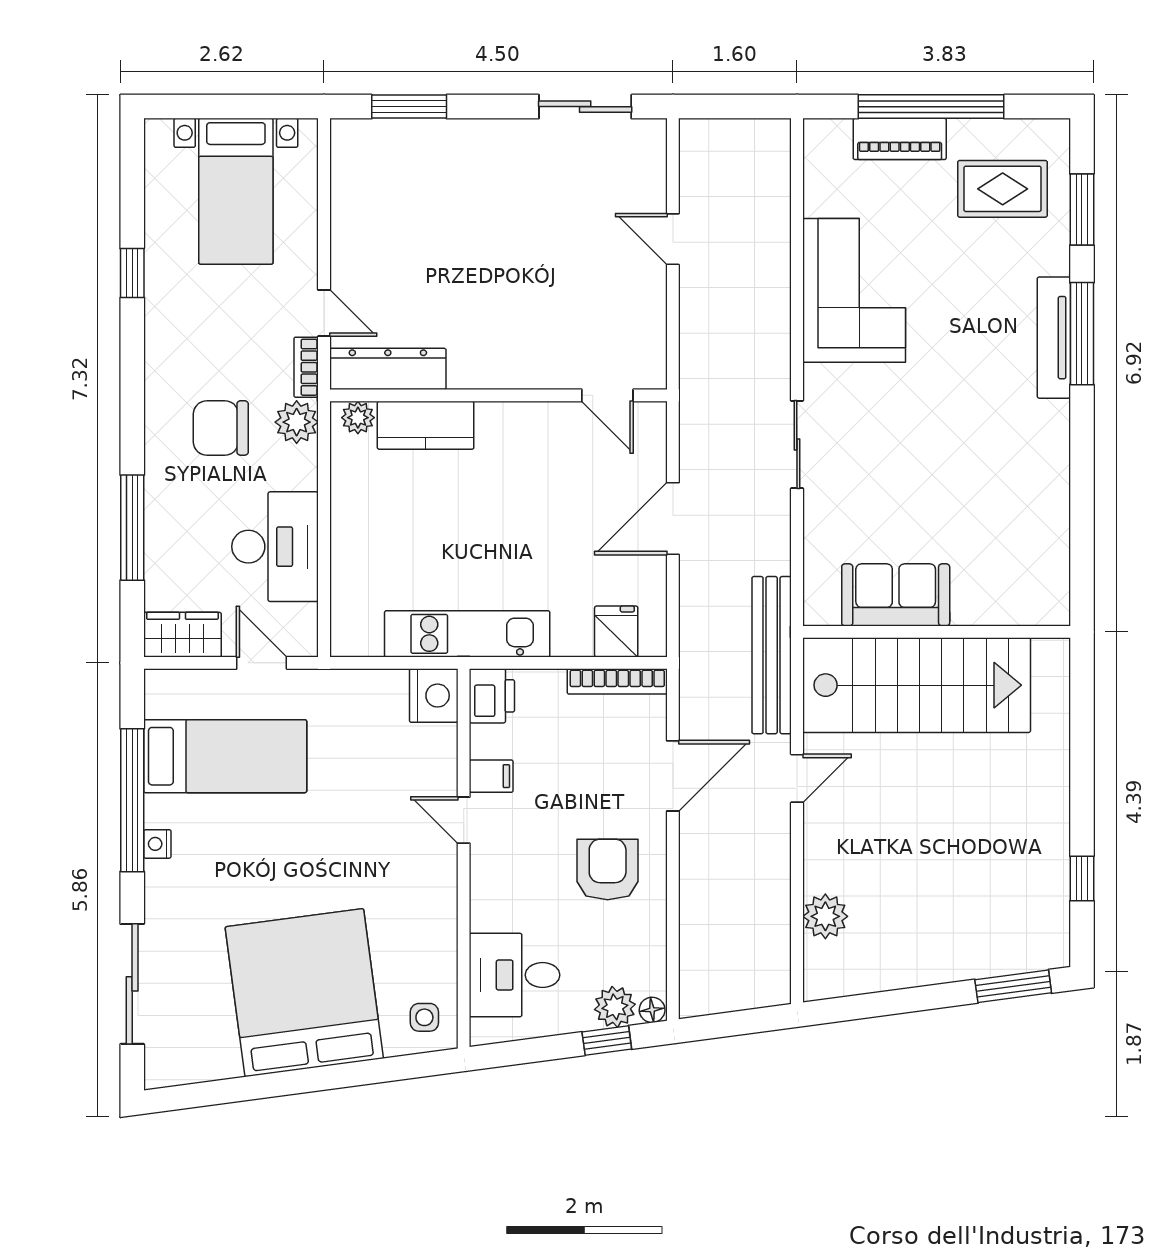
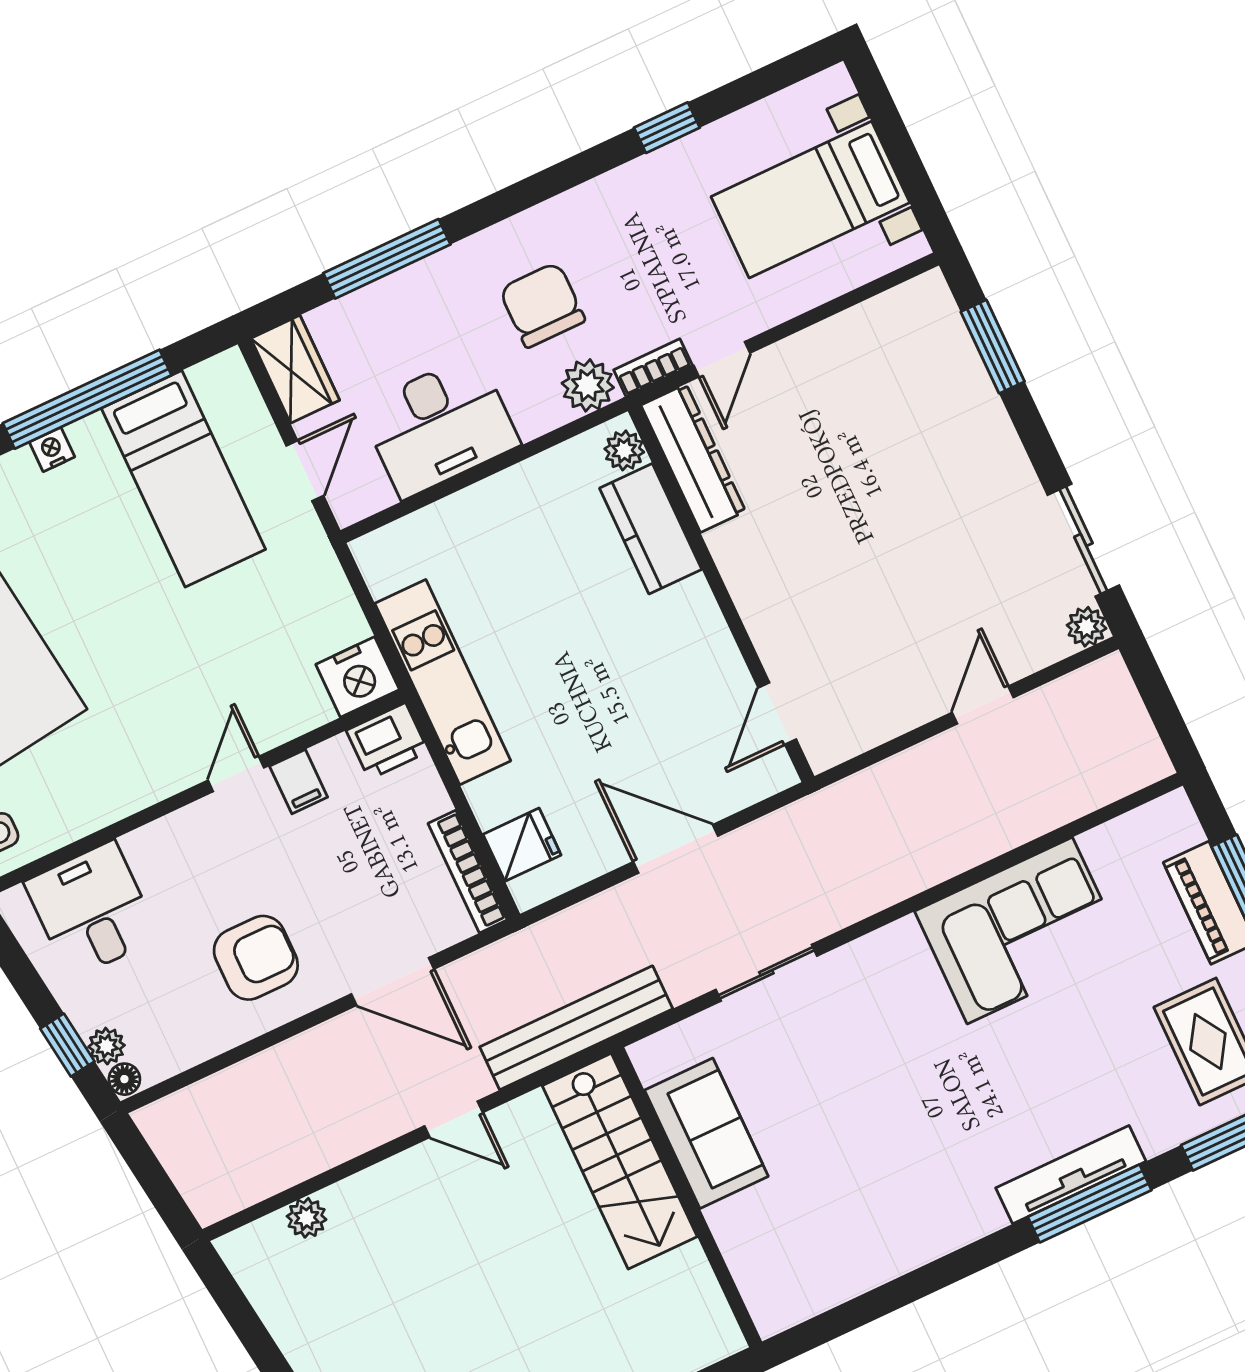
plant: (651, 134) -> (1087, 627), added
sliding door: (797, 444) -> (766, 973), moved
stairs: (917, 685) -> (620, 1161), width x0.73, depth x0.66
plant: (825, 916) -> (307, 1218), width x0.73, depth x0.73
plant: (615, 1007) -> (106, 1046), width x0.73, depth x0.73

